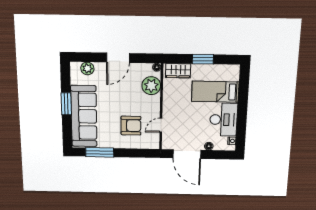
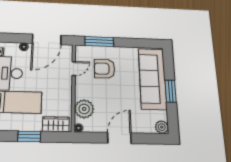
plant: (87, 68) -> (162, 127), moved
window: (100, 152) -> (99, 42), moved
door: (187, 154) -> (47, 39), swing flipped

